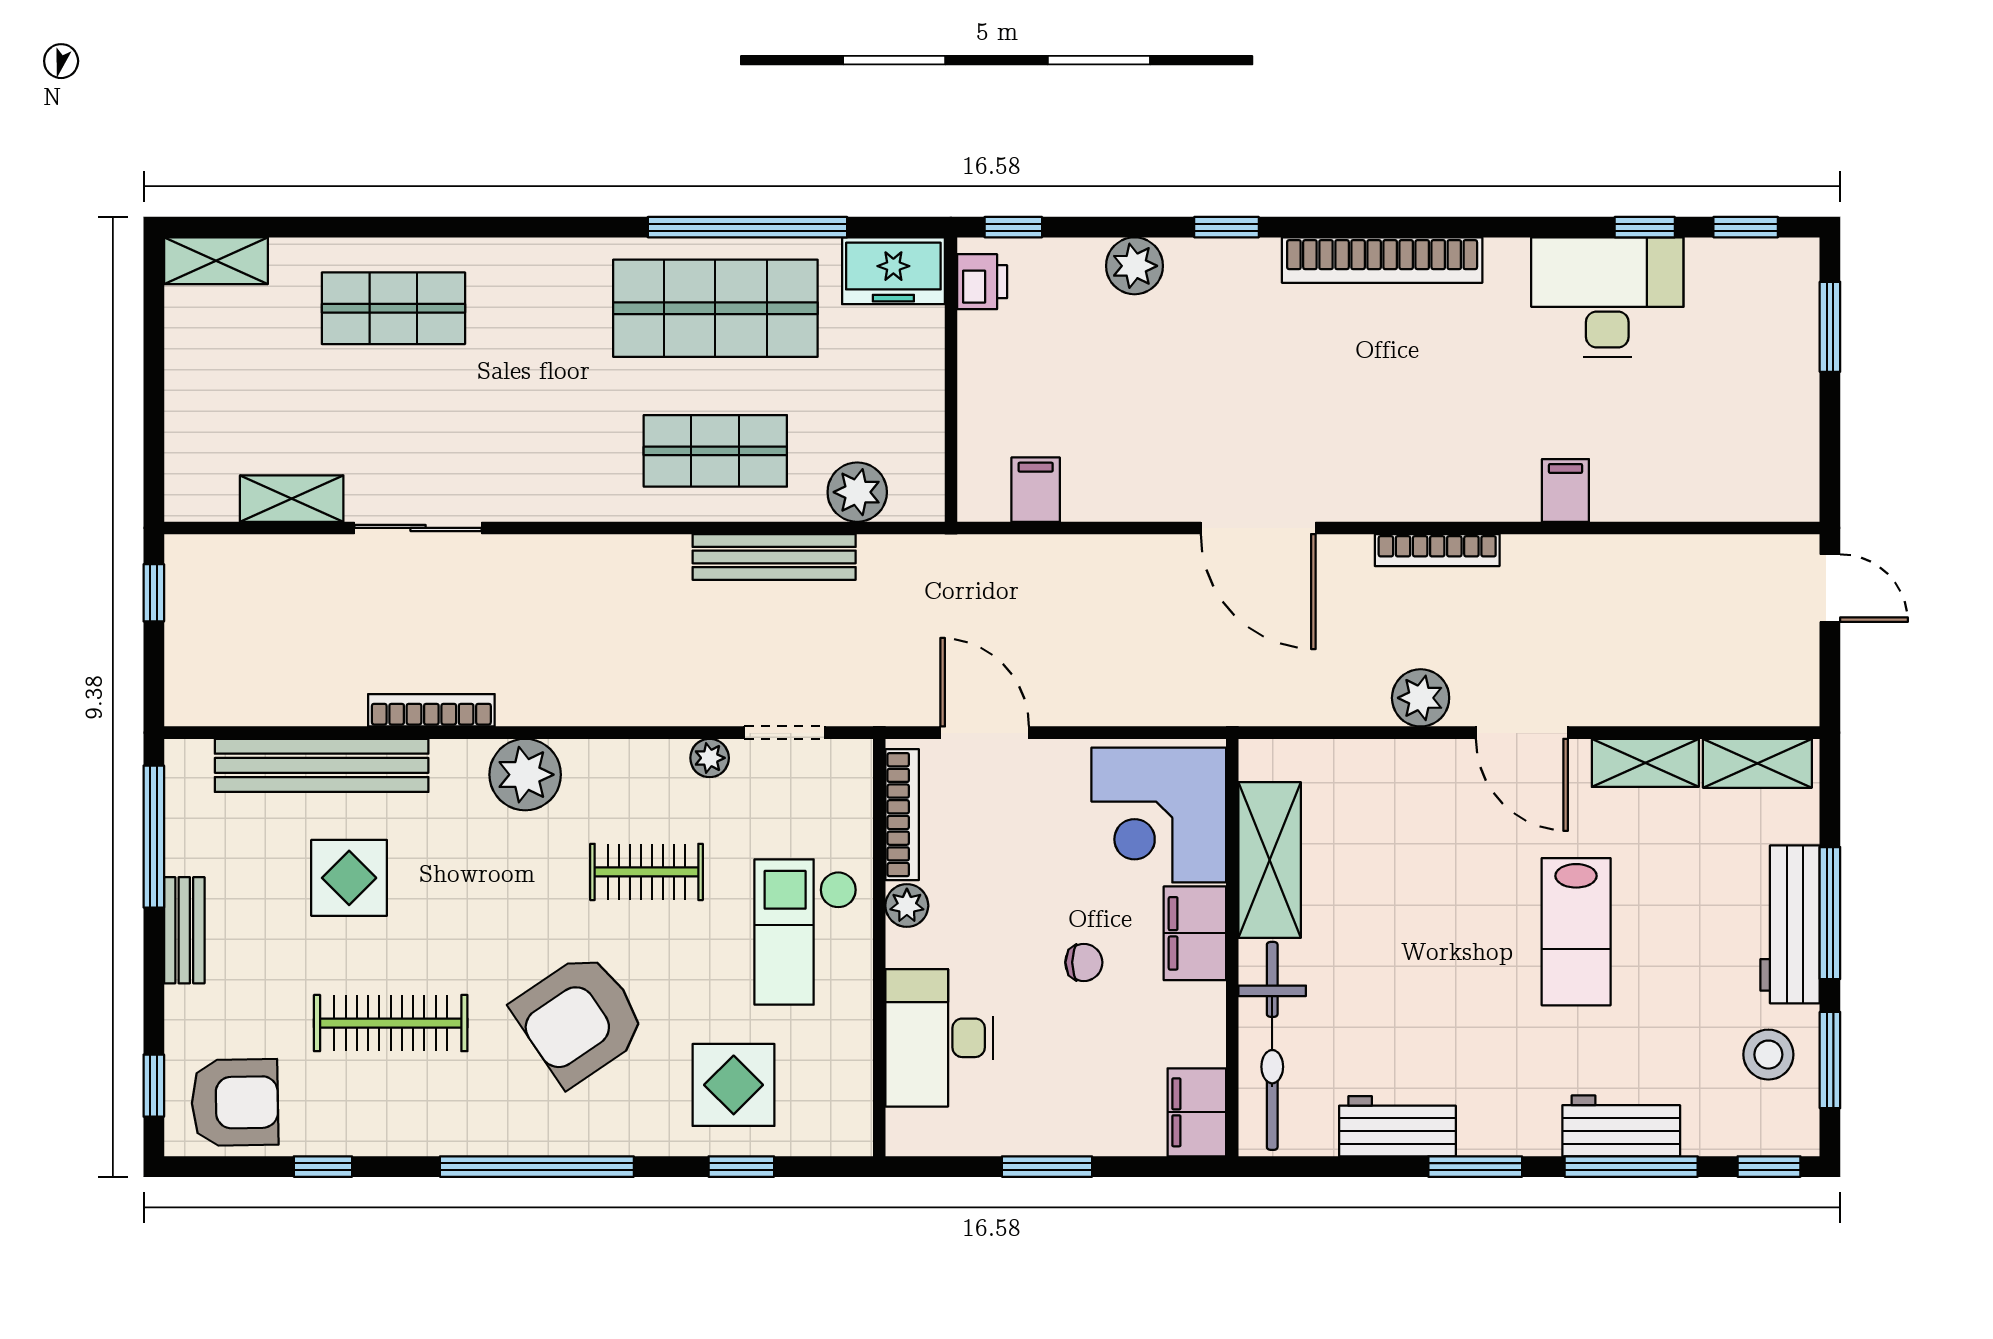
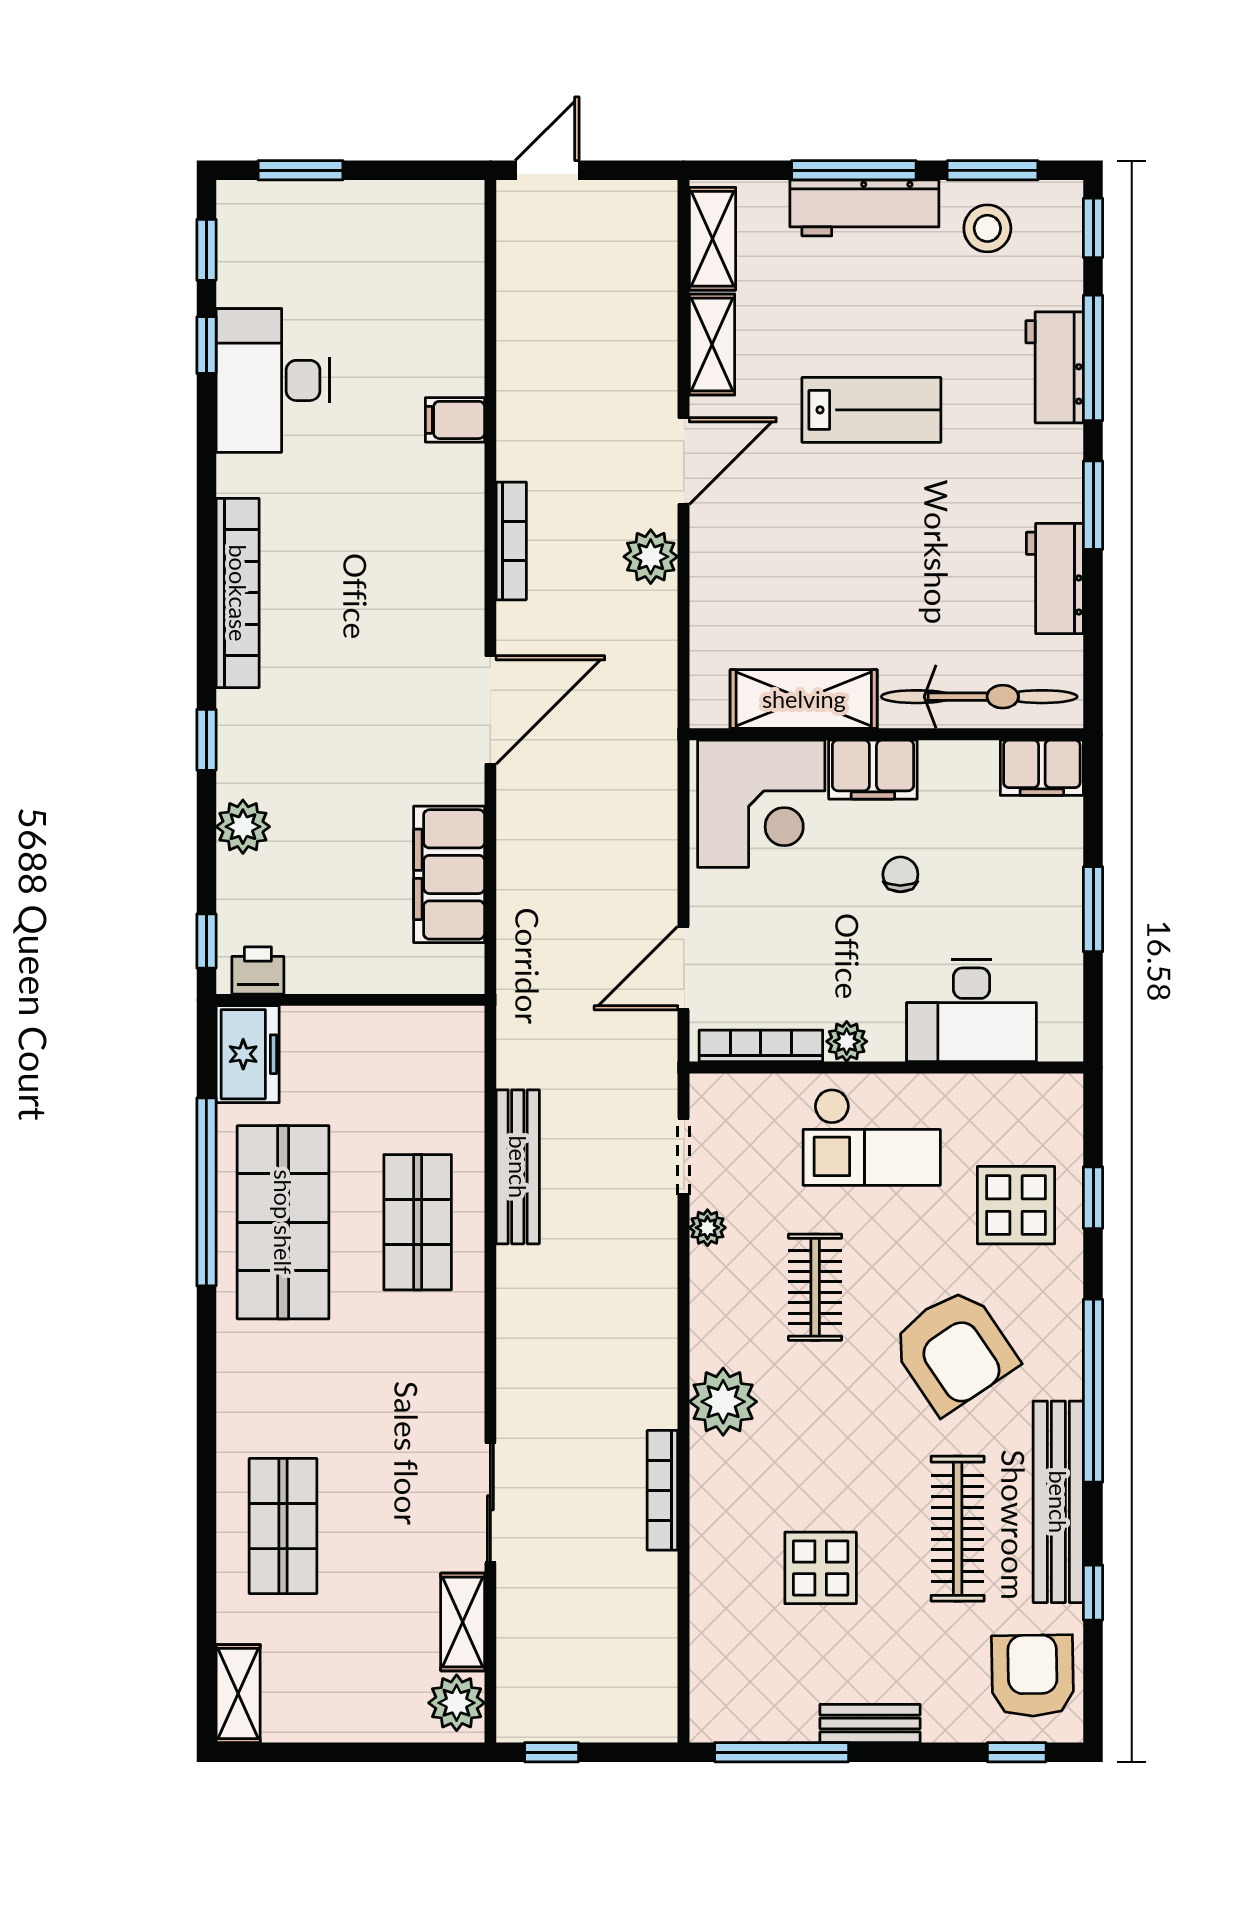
filing cabinet: (1036, 490) -> (449, 874), width x3.00, depth x1.17
plant: (857, 492) -> (457, 1703), moved
bench: (322, 765) -> (1058, 1502), moved

